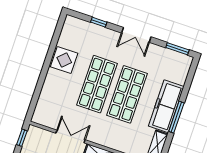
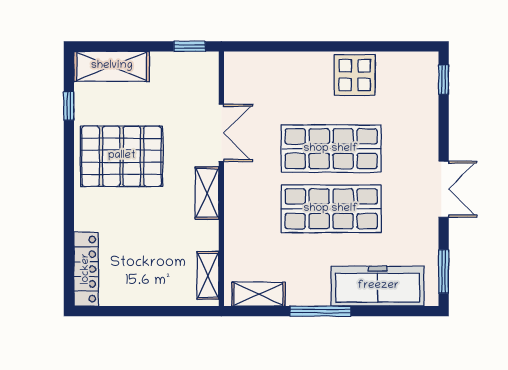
window: (99, 22) -> (444, 80), moved
double door: (136, 35) -> (444, 189), swing flipped
freezer: (166, 106) -> (378, 286), moved

